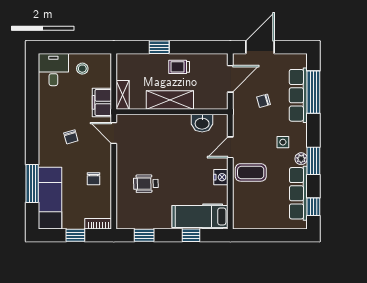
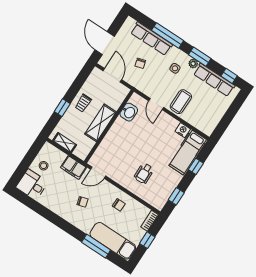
window: (313, 92) -> (168, 35), moved
shelving: (123, 95) -> (65, 143), moved
nightstand: (221, 177) -> (183, 130), moved

